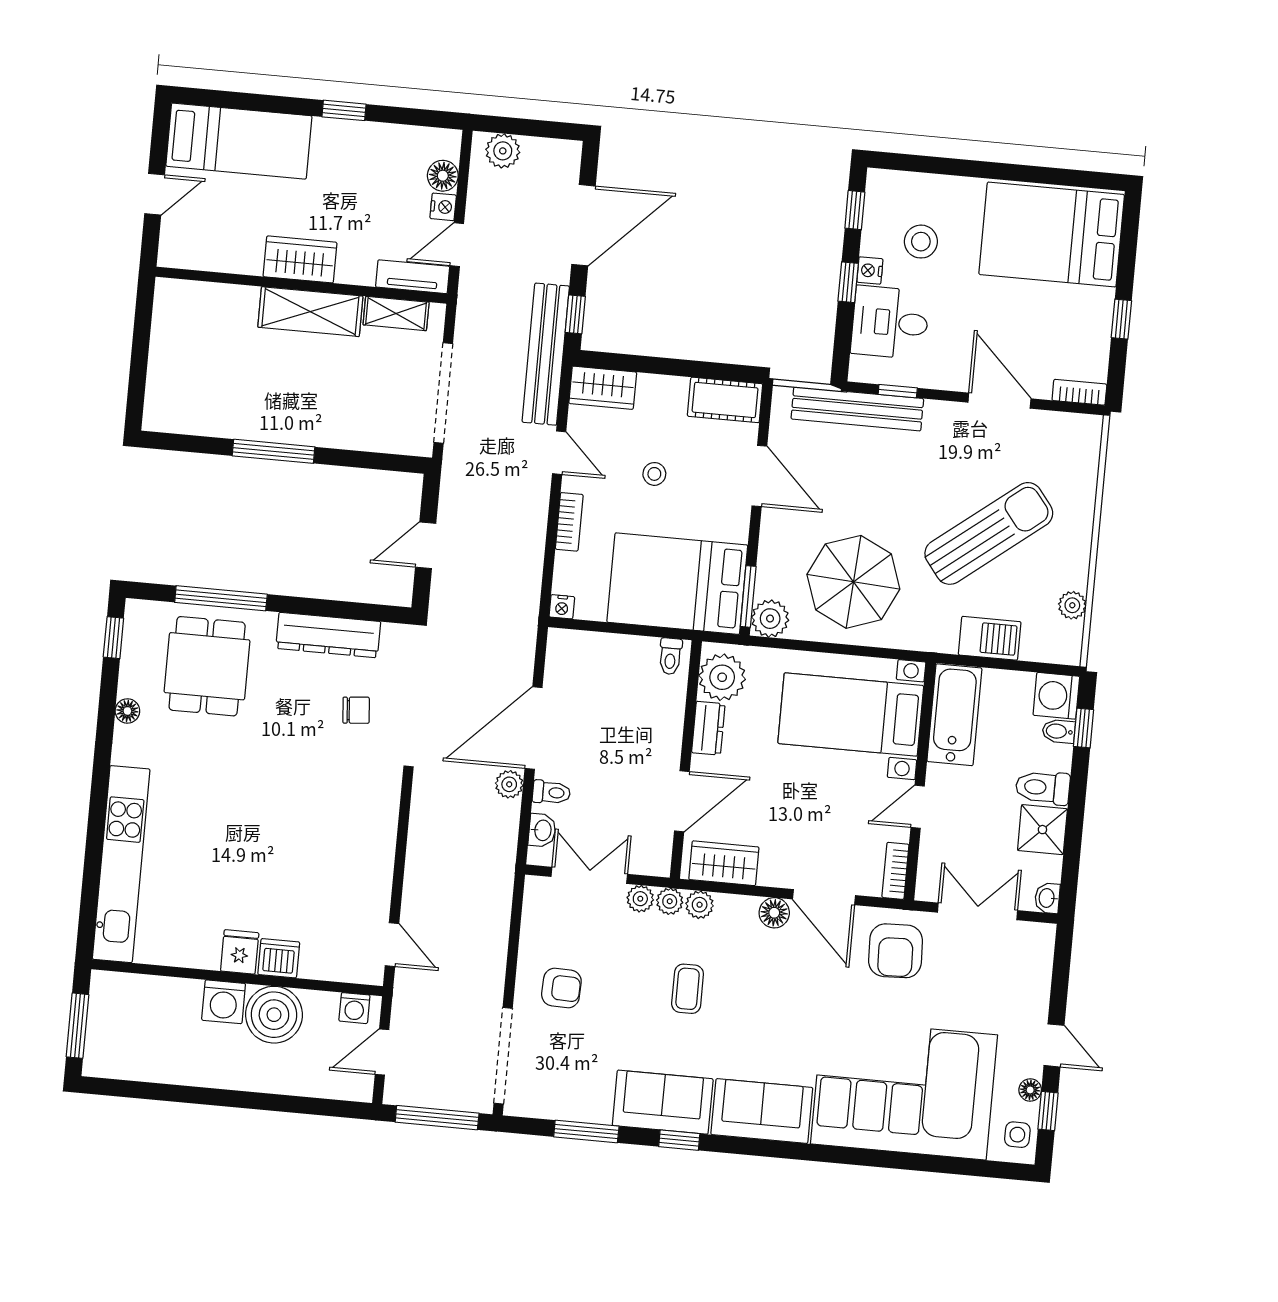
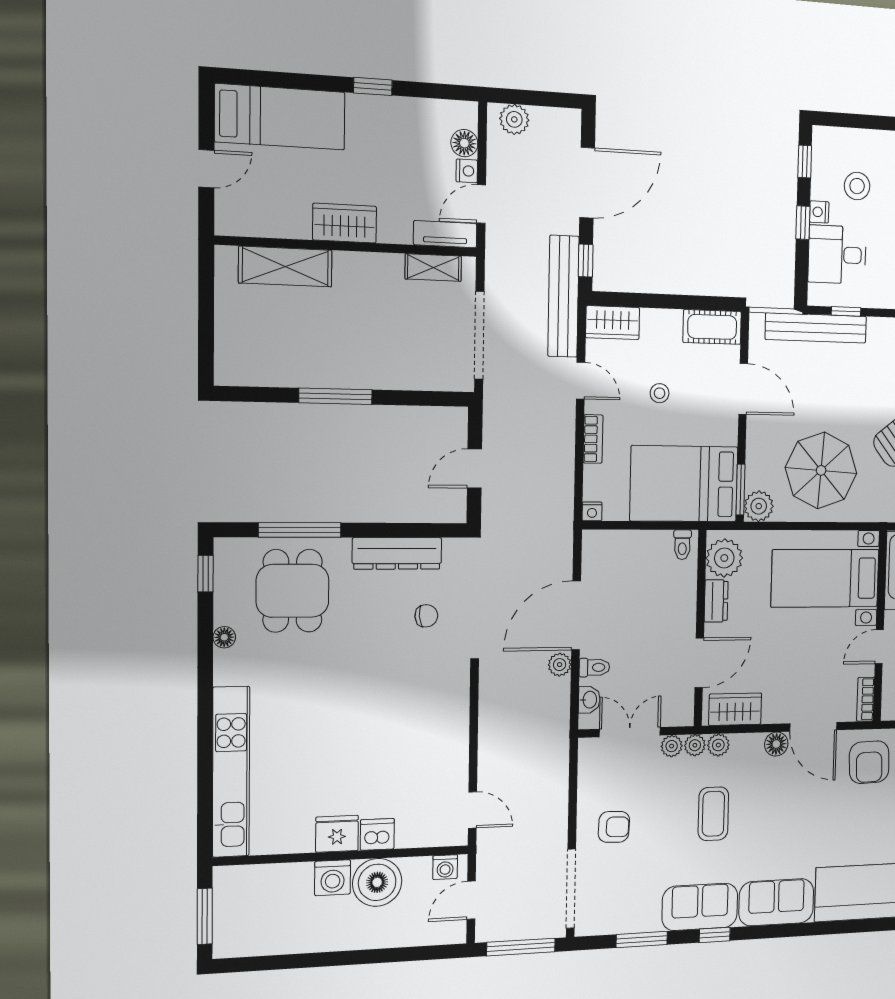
shelving: (310, 312) -> (285, 266), moved
fridge: (240, 952) -> (337, 834), width x1.38
coffee table: (688, 989) -> (713, 814), width x1.36, depth x1.30

